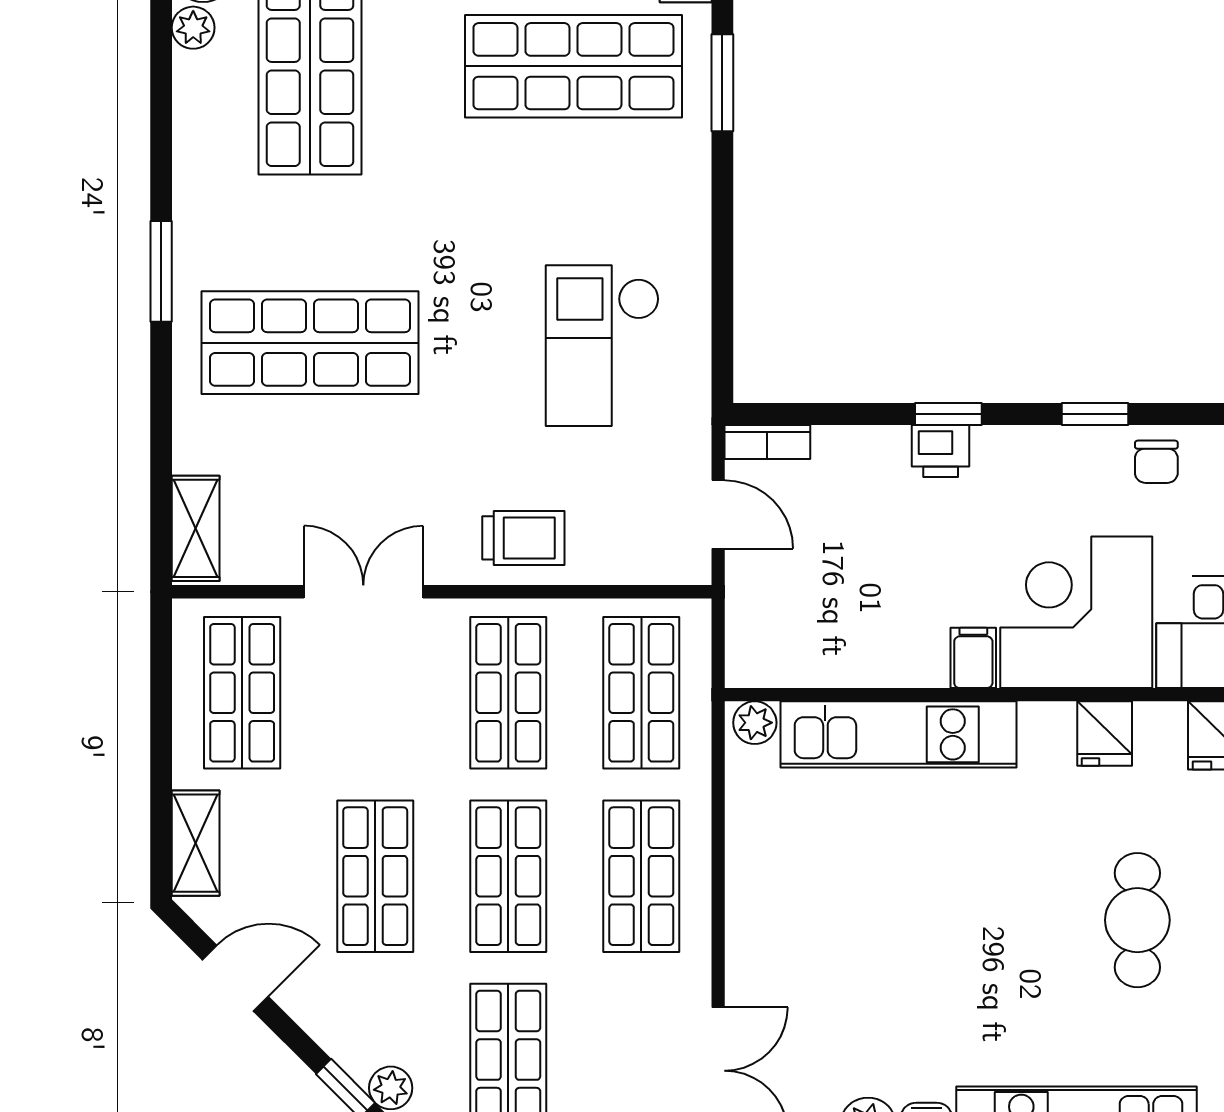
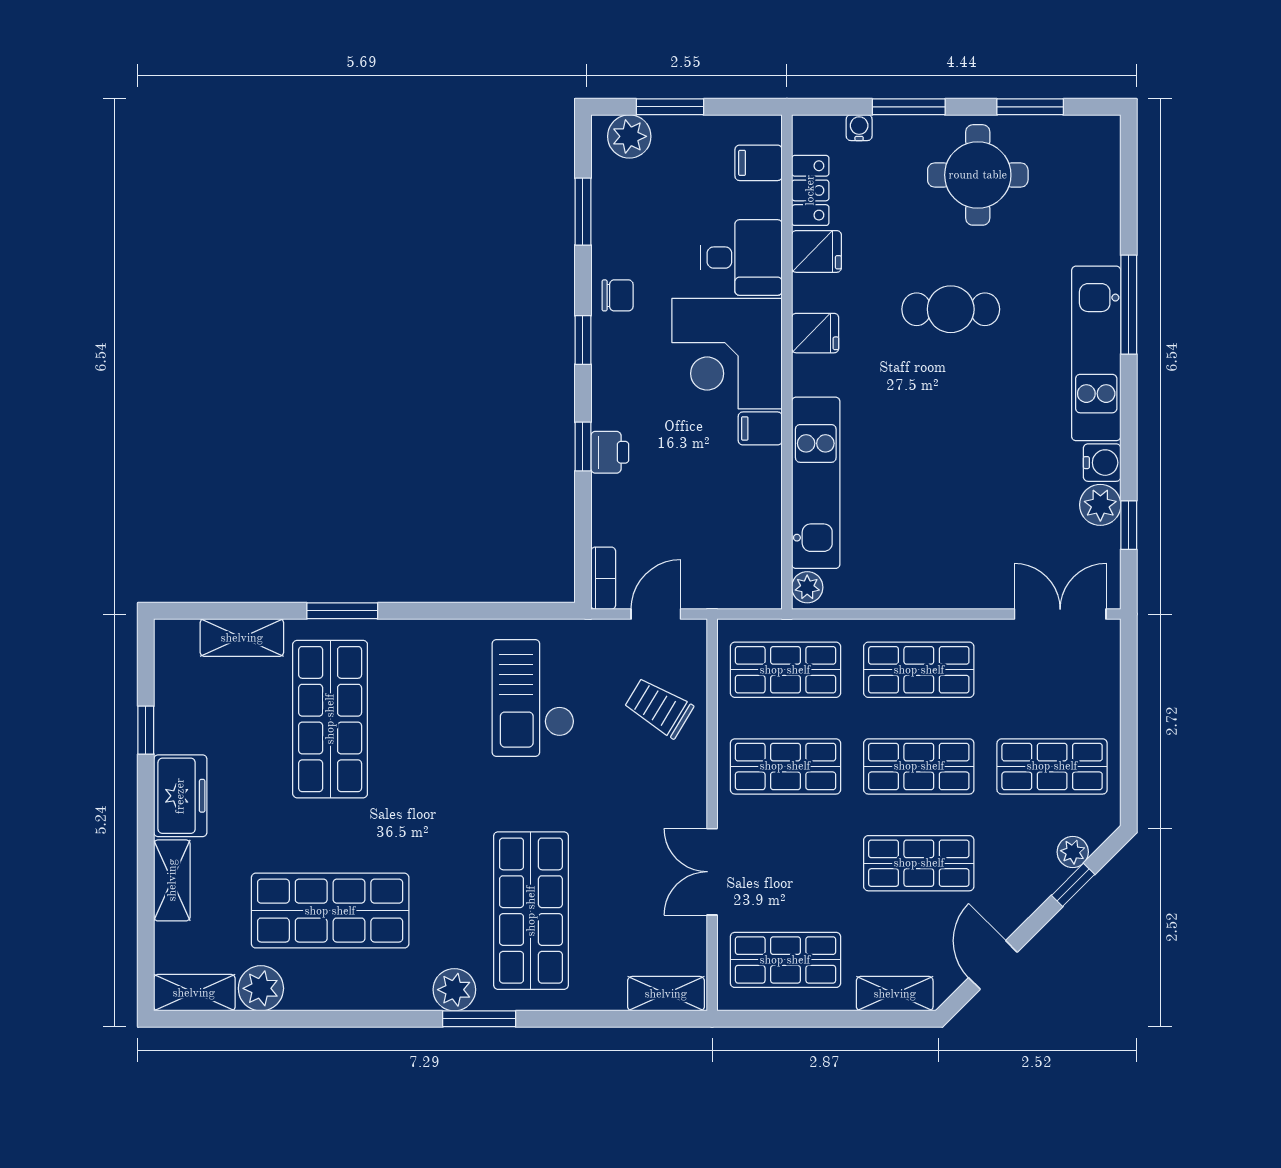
plant: (193, 28) -> (454, 990), moved, width x1.38, depth x1.38
checkout: (602, 346) -> (533, 698), turned 90
trolley: (523, 538) -> (659, 708), moved, turned -59

